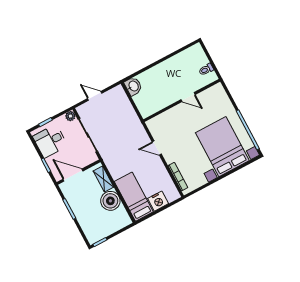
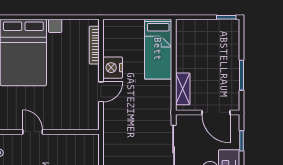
door: (157, 148) -> (101, 92), hinge flipped
boiler: (110, 201) -> (188, 59), removed
nightstand: (158, 201) -> (113, 68), moved, turned -90

